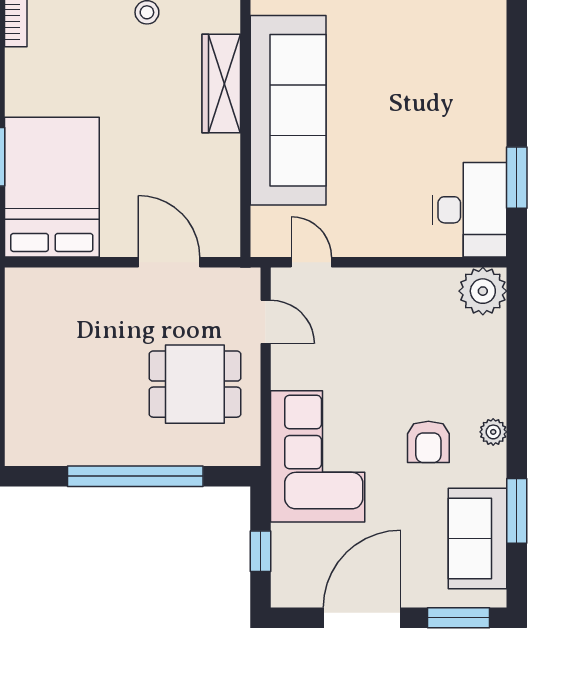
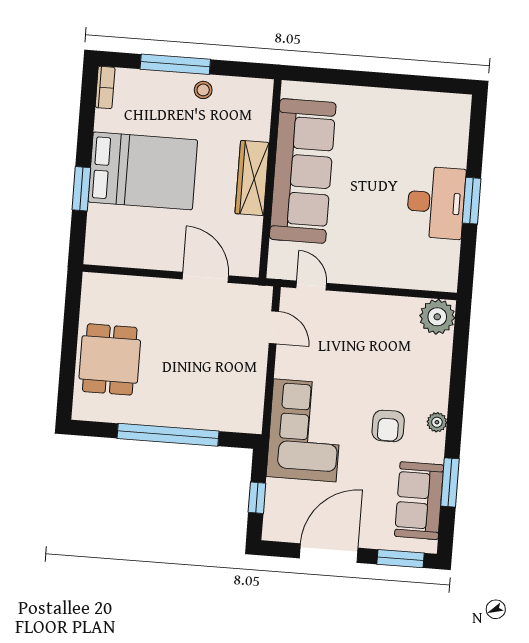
wardrobe: (221, 83) -> (252, 178), moved
window: (517, 178) -> (472, 201), moved
bed: (52, 187) -> (143, 171), moved, turned 90
desk: (469, 210) -> (436, 203), moved
dining table: (195, 384) -> (110, 359), moved, turned 90

